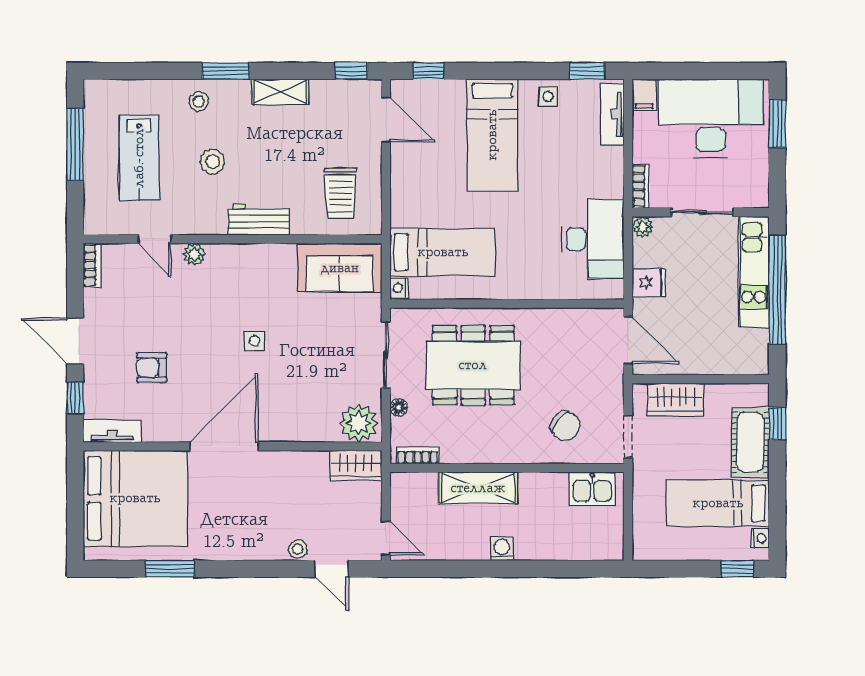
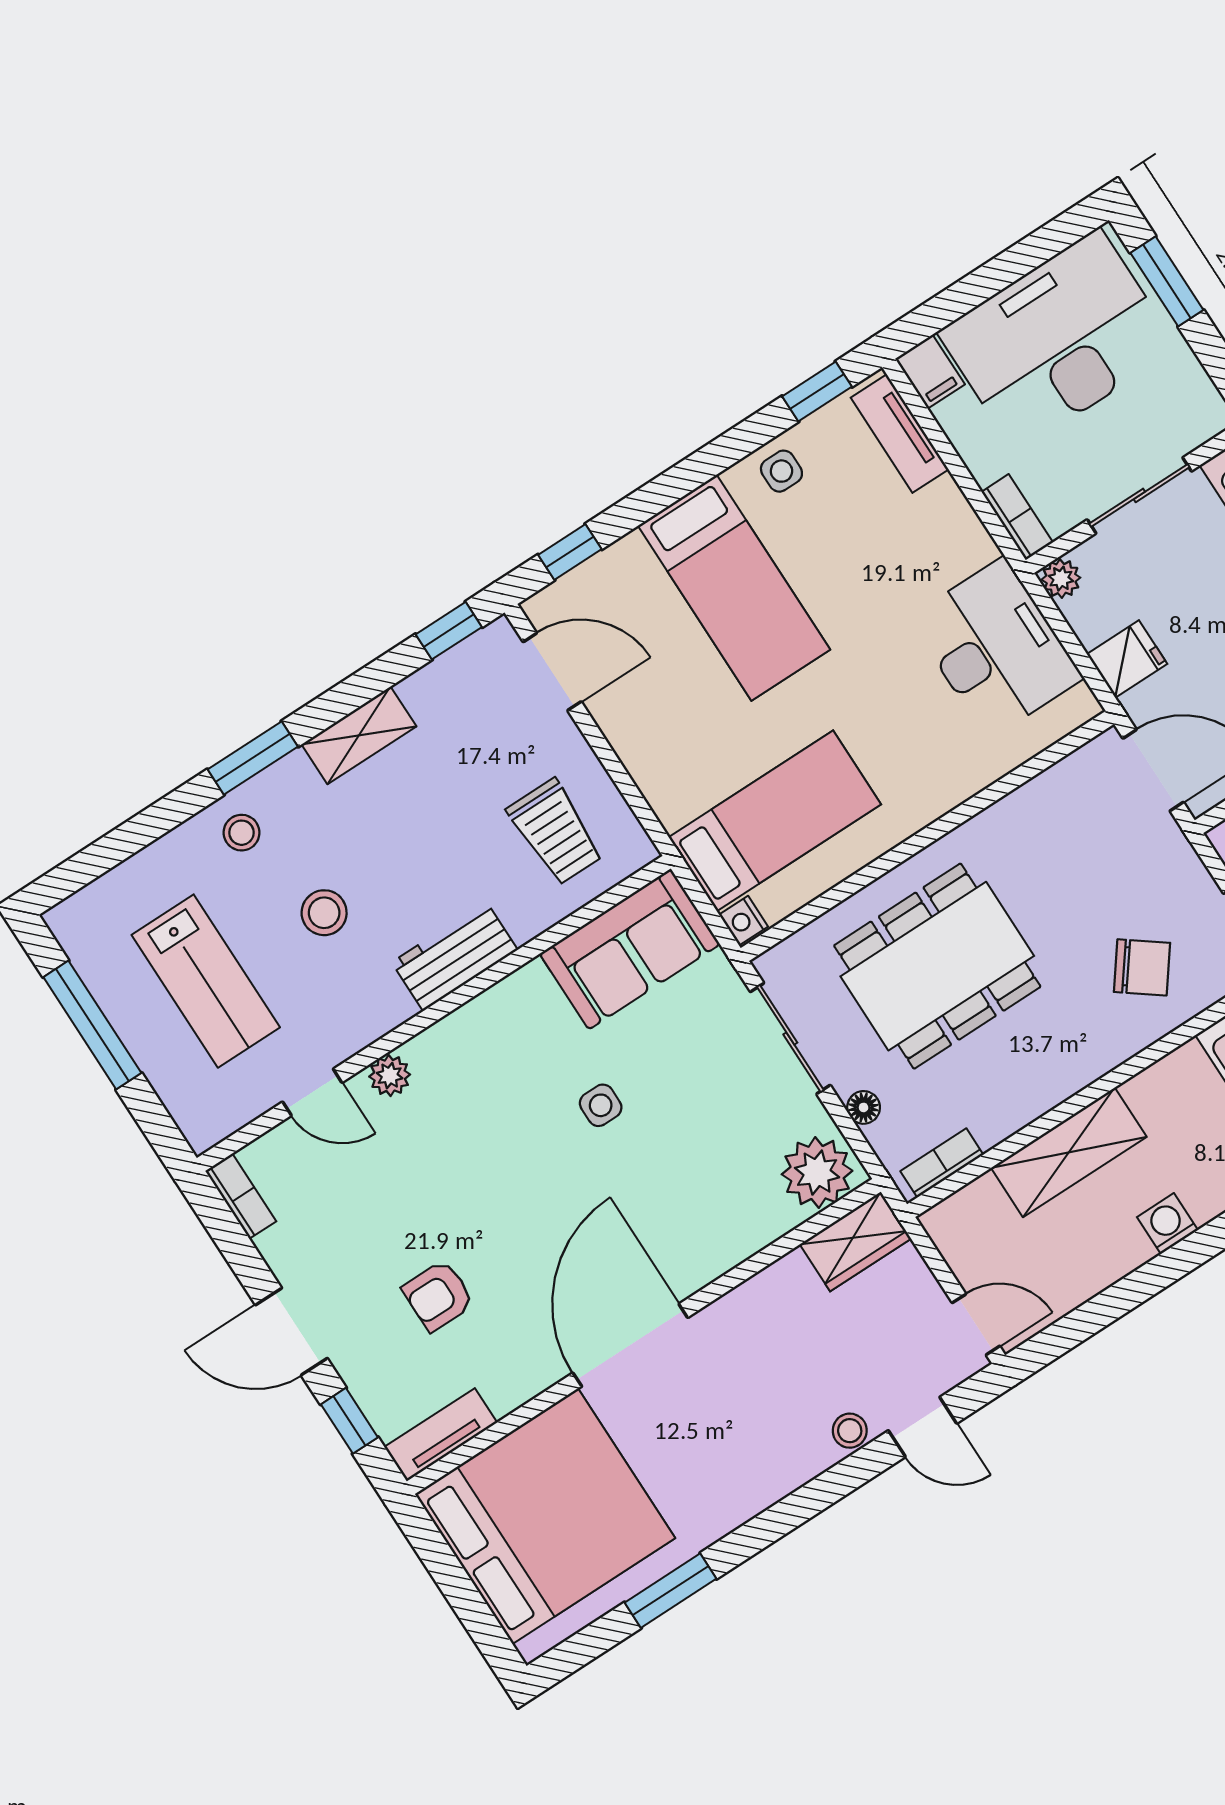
side table: (254, 341) -> (601, 1105), moved

